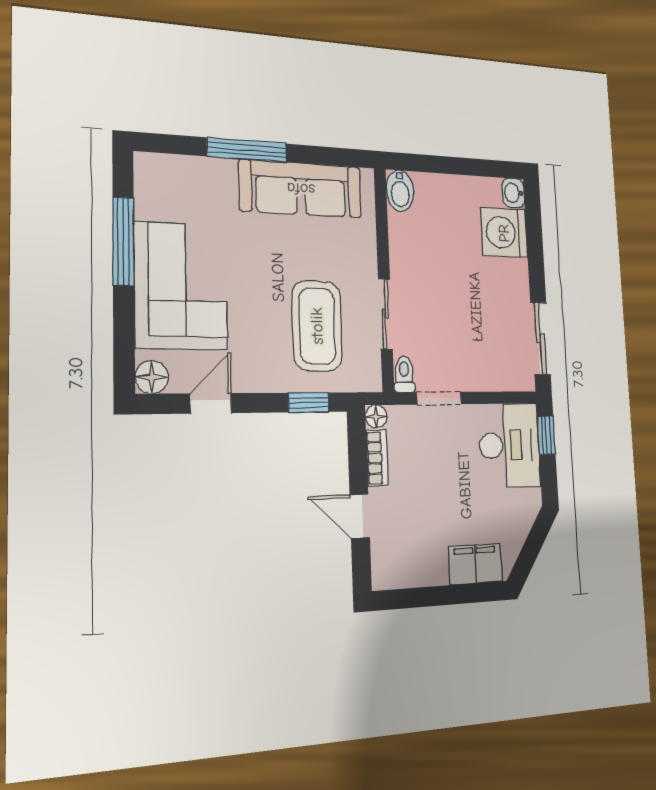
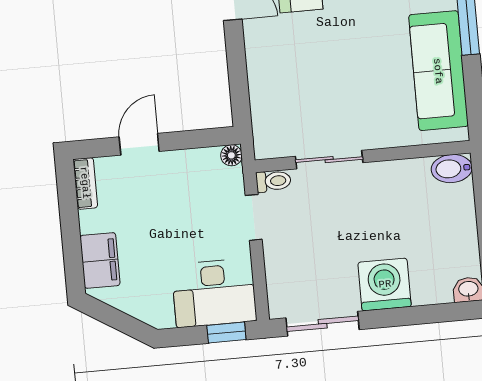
washing machine: (504, 233) -> (385, 284), moved
coffee table: (317, 326) -> (310, 94), removed
window: (309, 402) -> (239, 90), removed
bookcase: (377, 458) -> (85, 183), moved, turned -90

